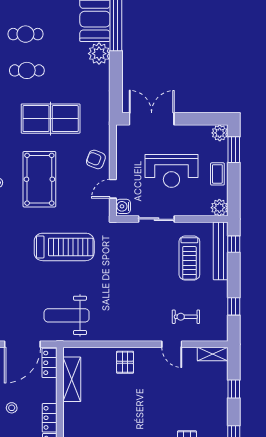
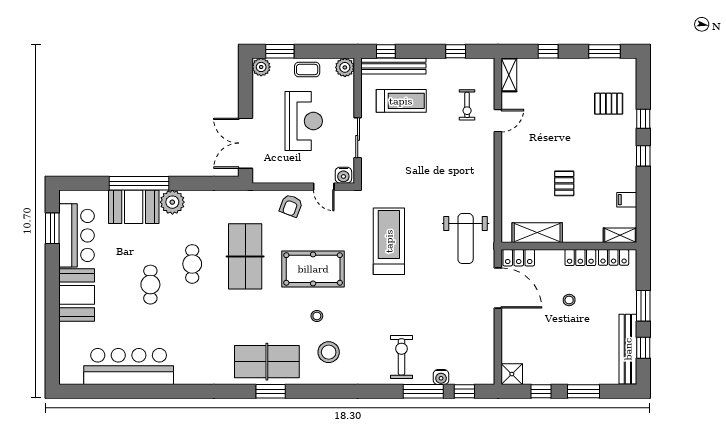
cafe table: (27, 70) -> (192, 264), moved
pallet: (125, 362) -> (564, 183), moved, turned 90

